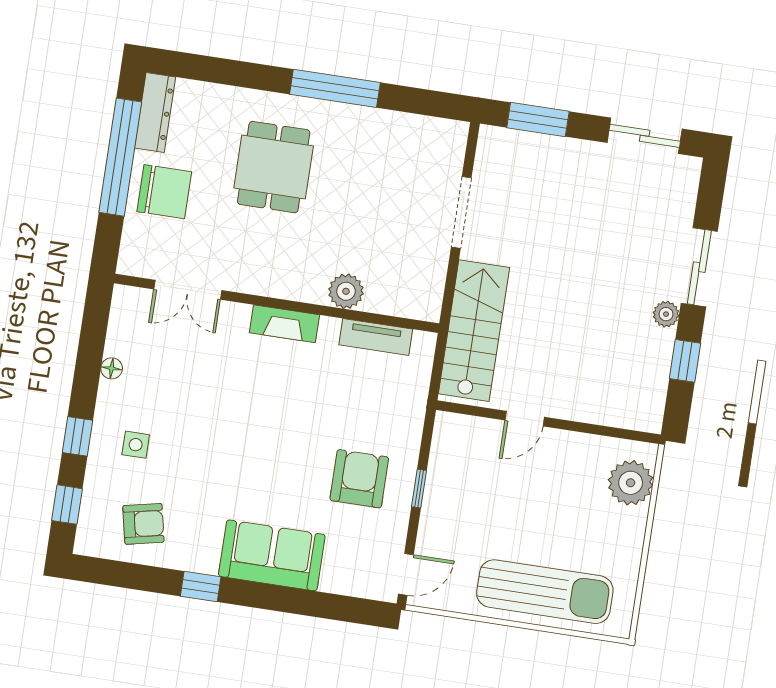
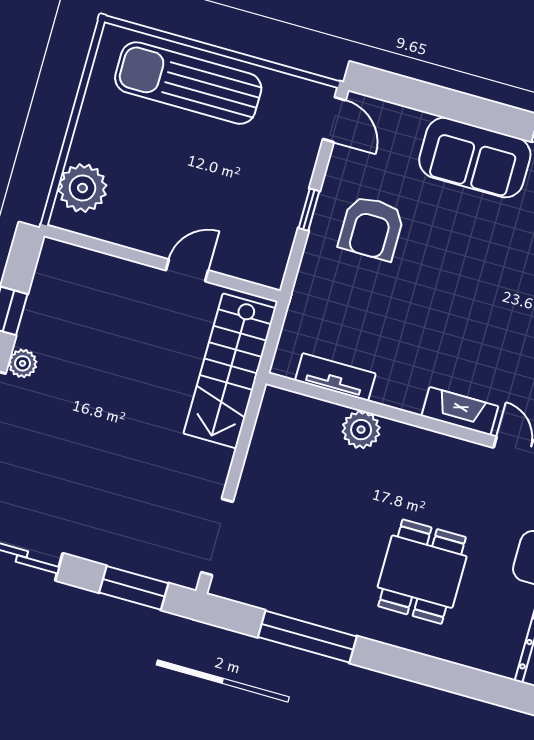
window: (335, 88) -> (307, 637), moved
doorway: (461, 212) -> (217, 537), moved
fireplace: (284, 324) -> (460, 411), moved
door: (406, 574) -> (334, 120), swing flipped

